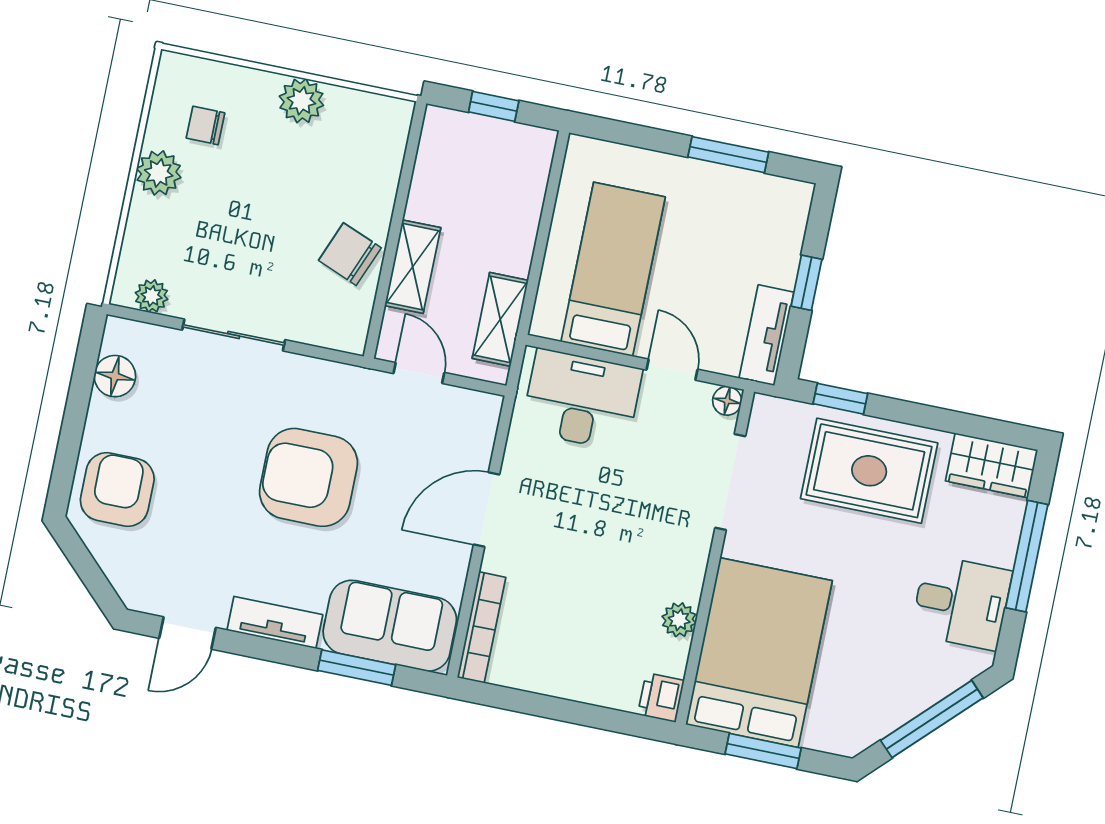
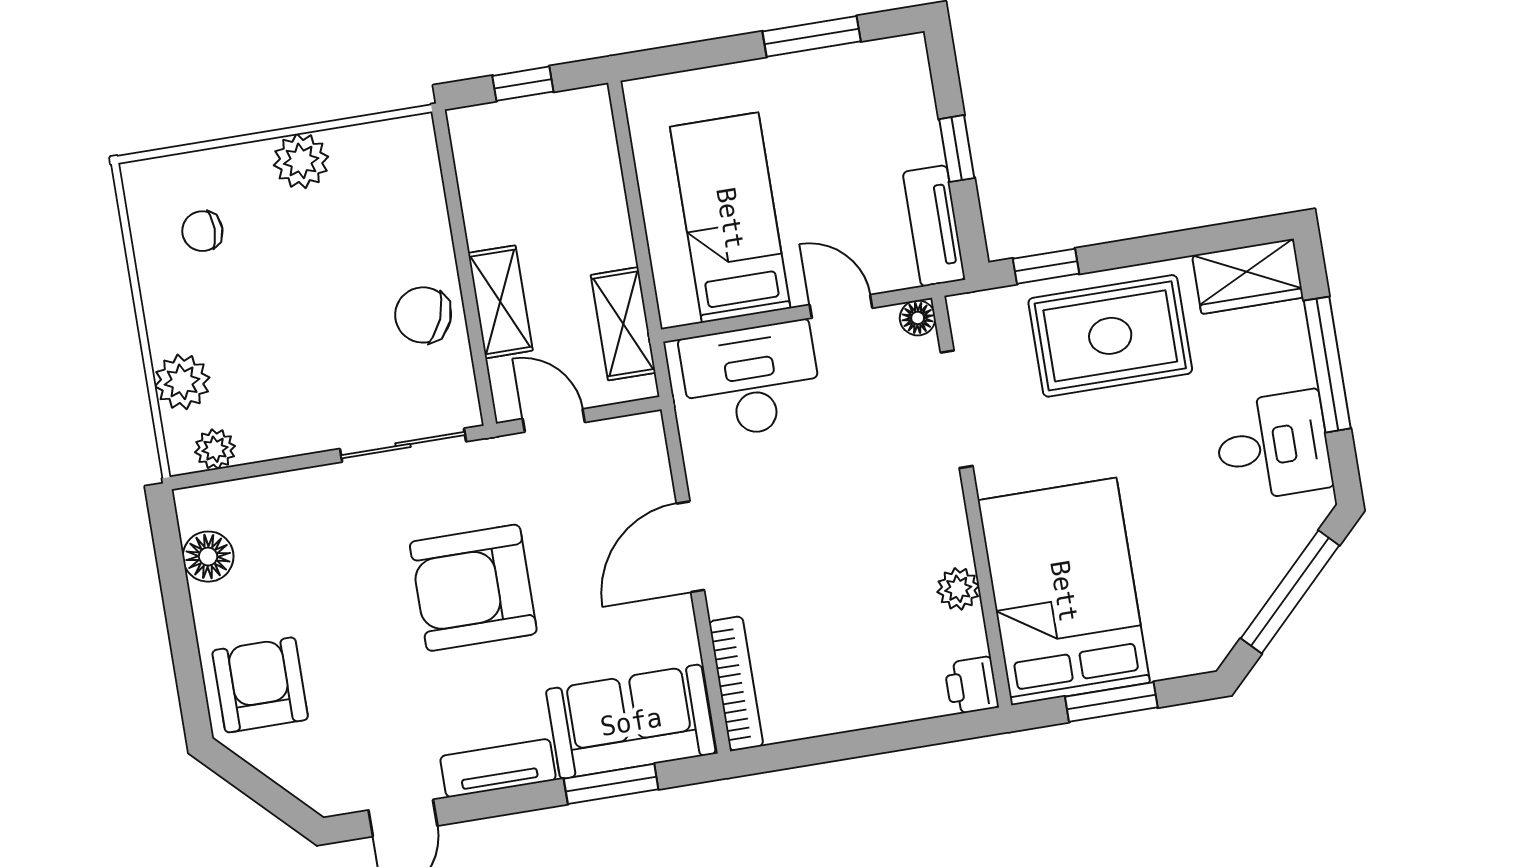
plant: (159, 173) -> (182, 382), moved
sliding door: (234, 335) -> (403, 445), moved

